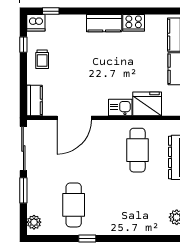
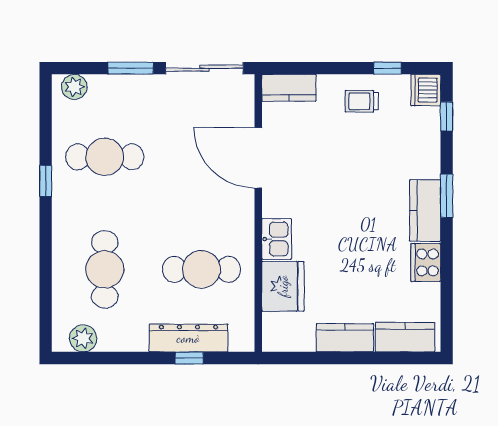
window: (96, 11) -> (447, 196), added
cafe table: (138, 205) -> (105, 269), added

